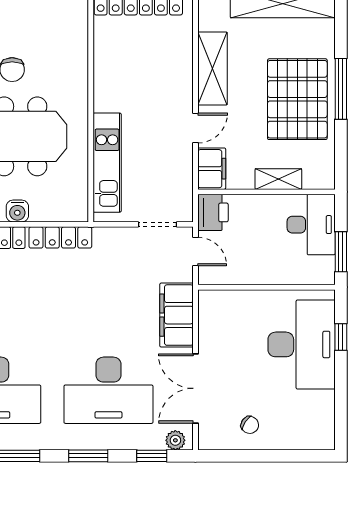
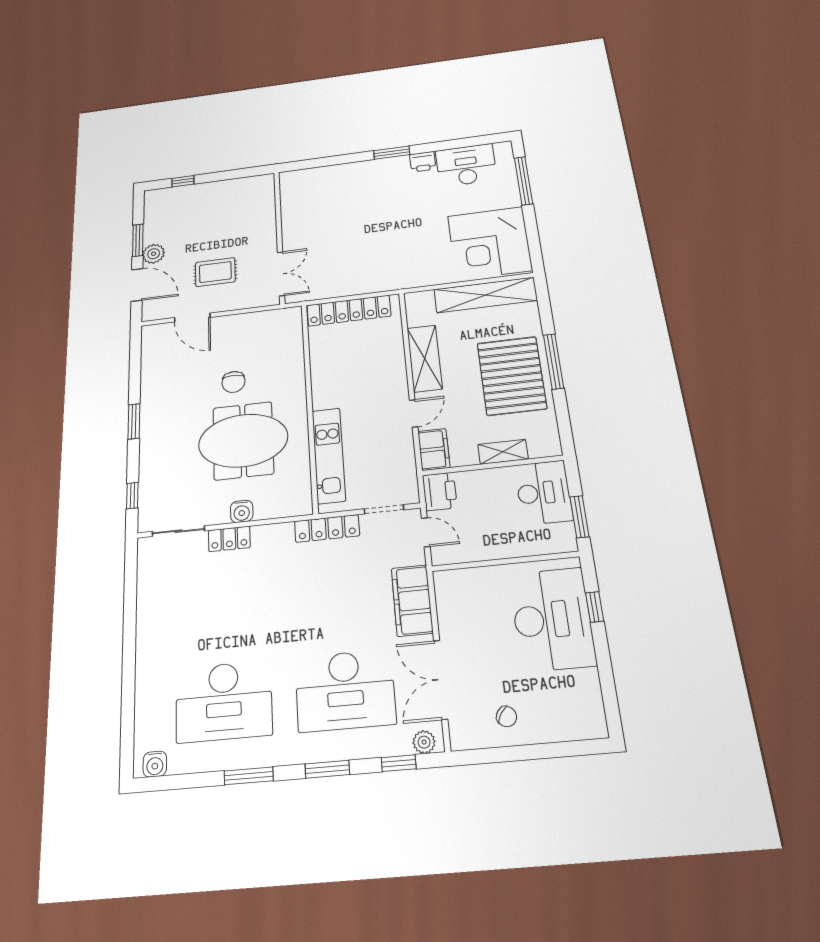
locker: (60, 237) -> (327, 528), moved

